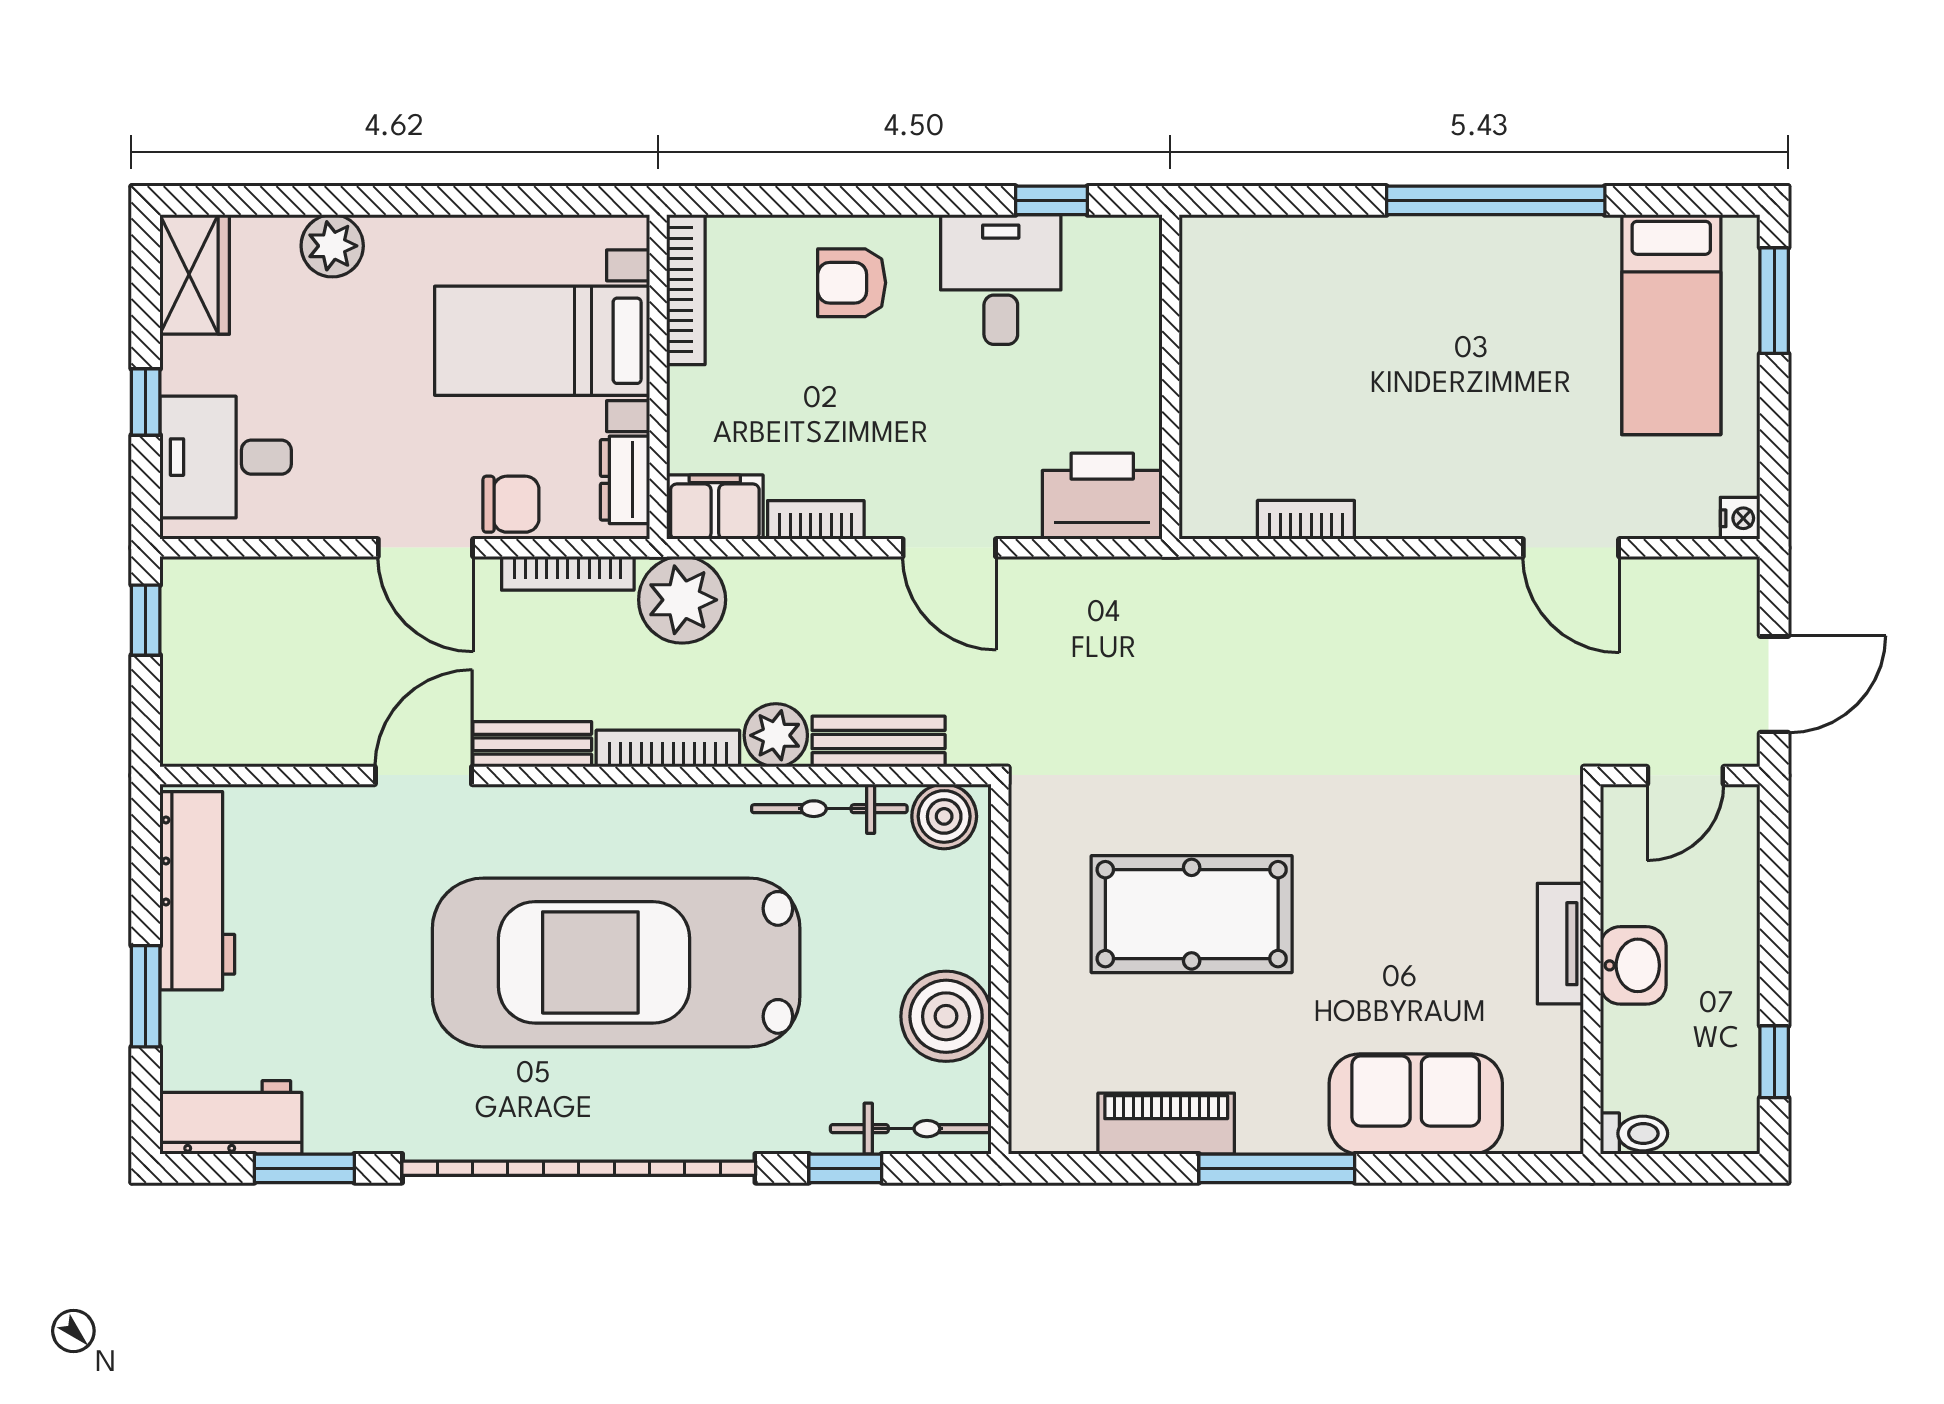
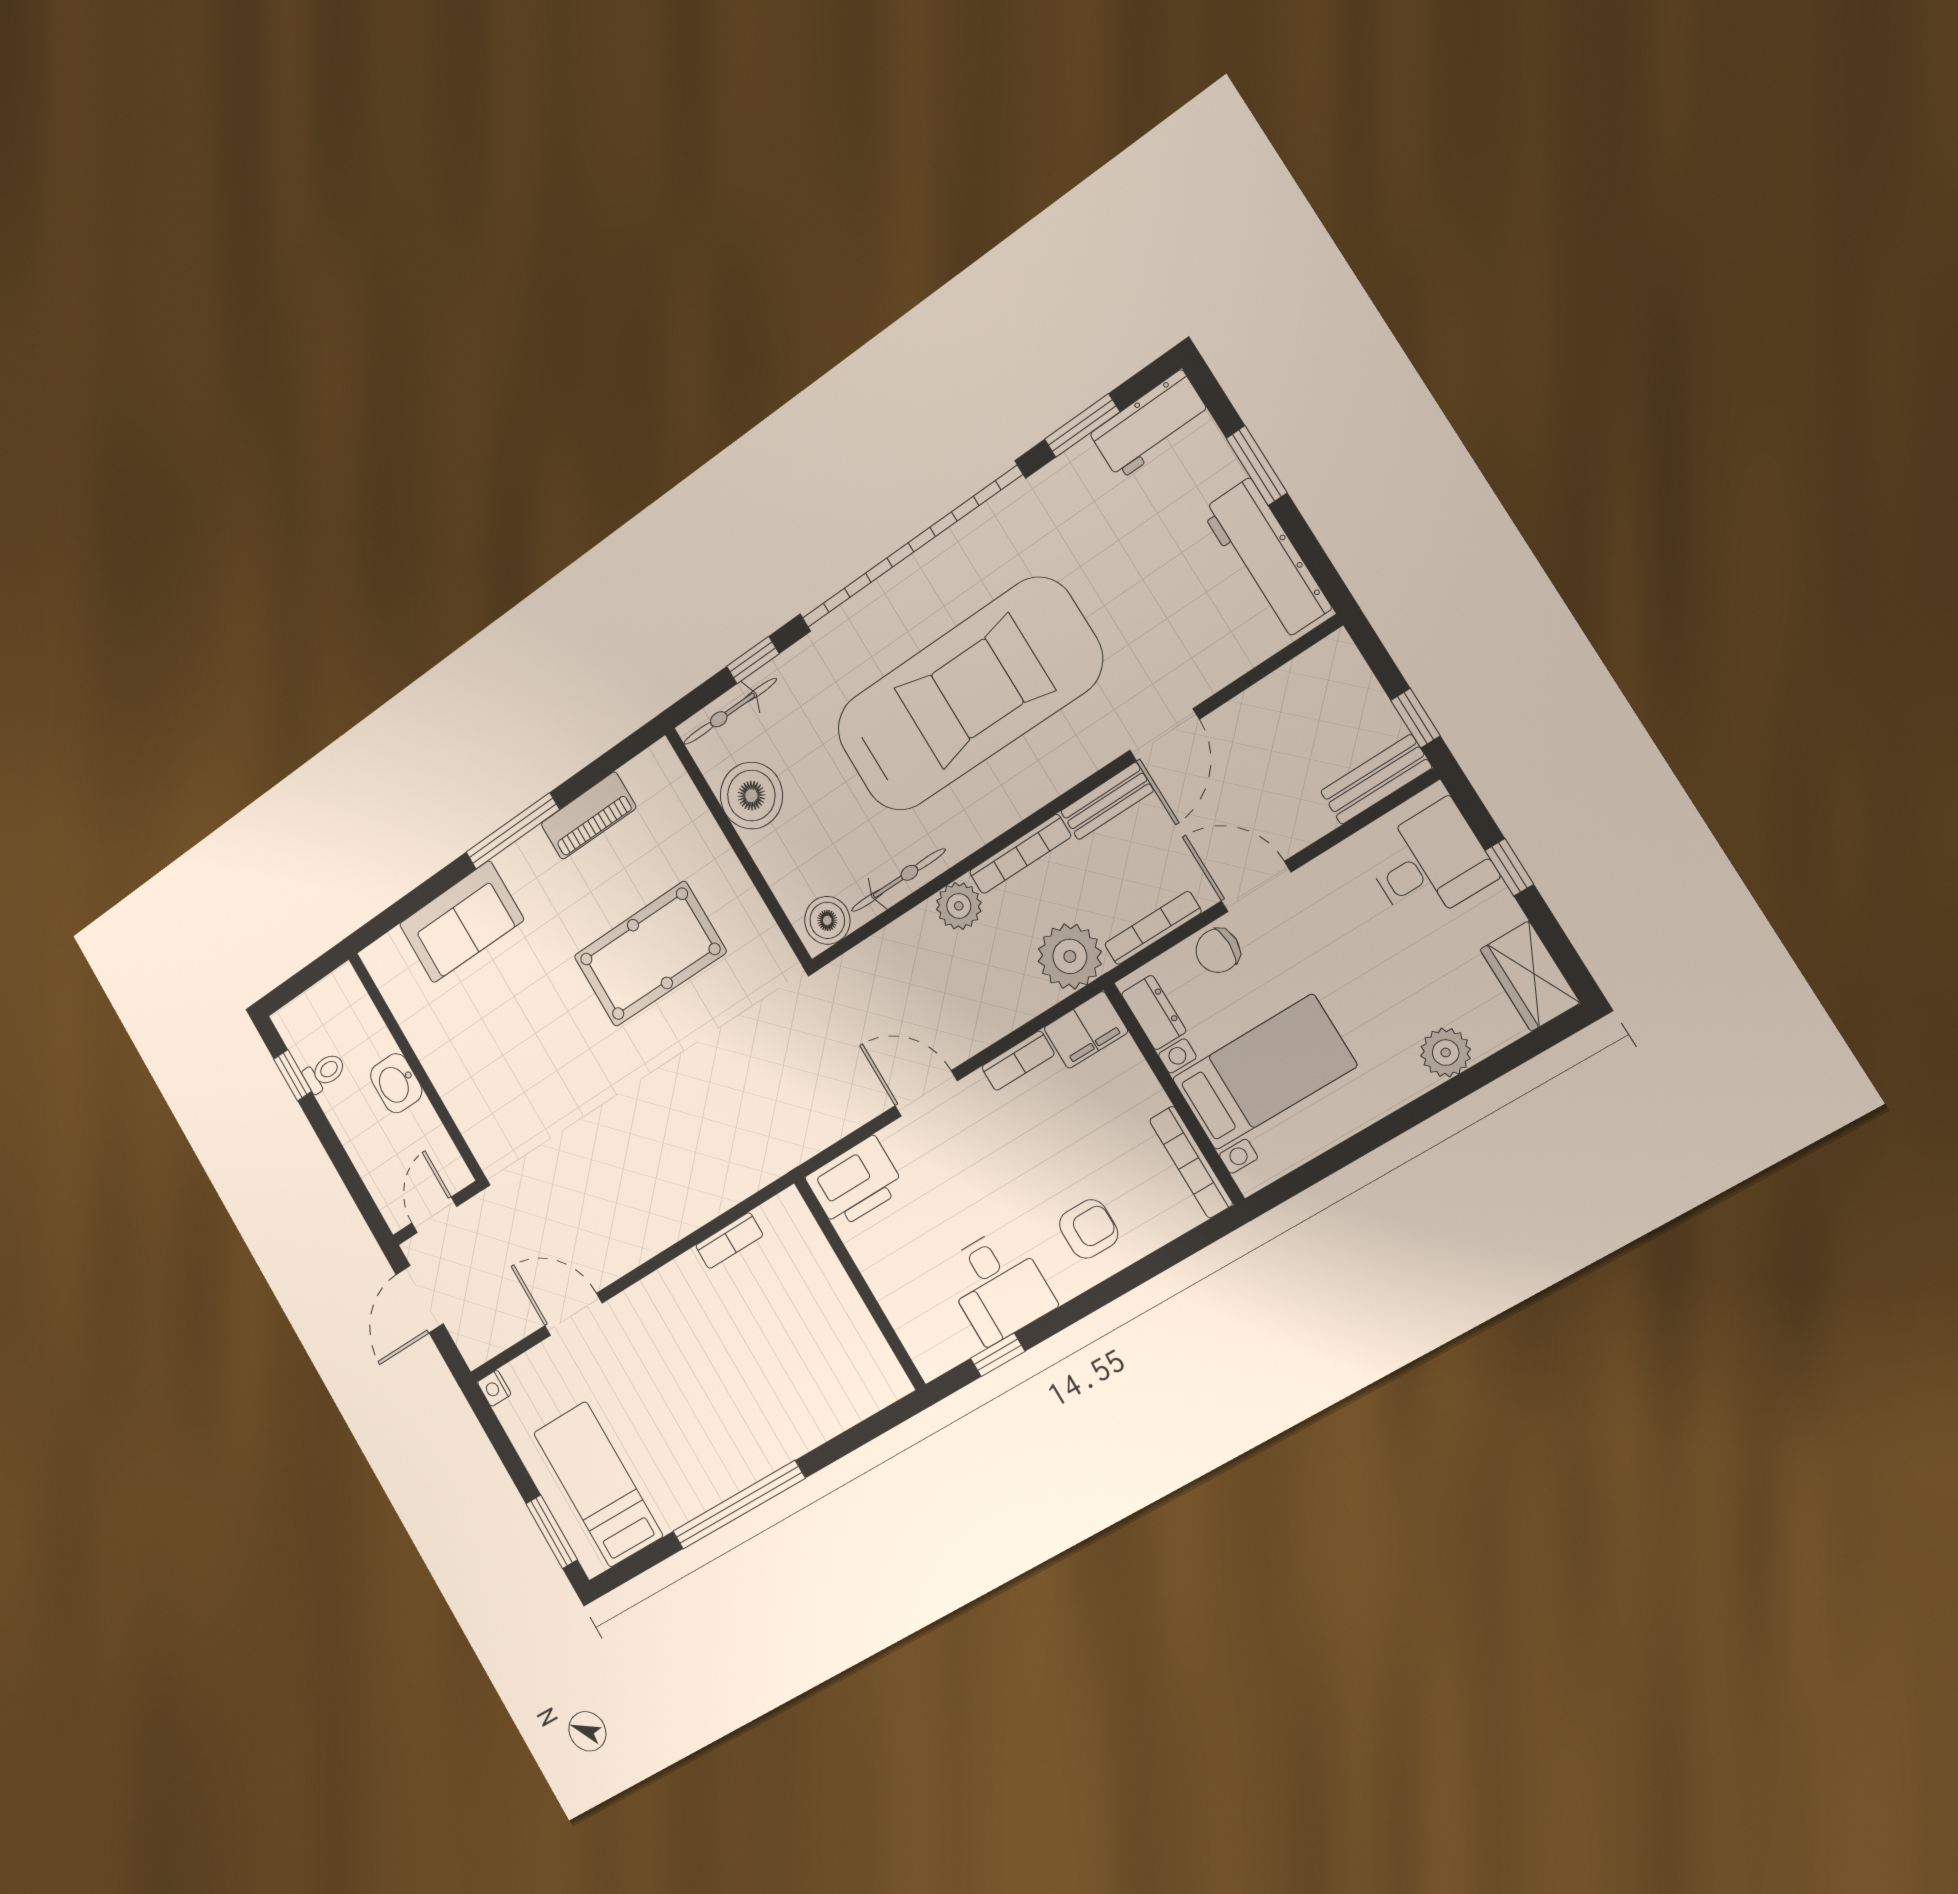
bench: (879, 742) -> (1376, 779), moved
tv unit: (1560, 944) -> (441, 1071), removed
toilet: (1634, 1134) -> (324, 1072), moved, turned 180

